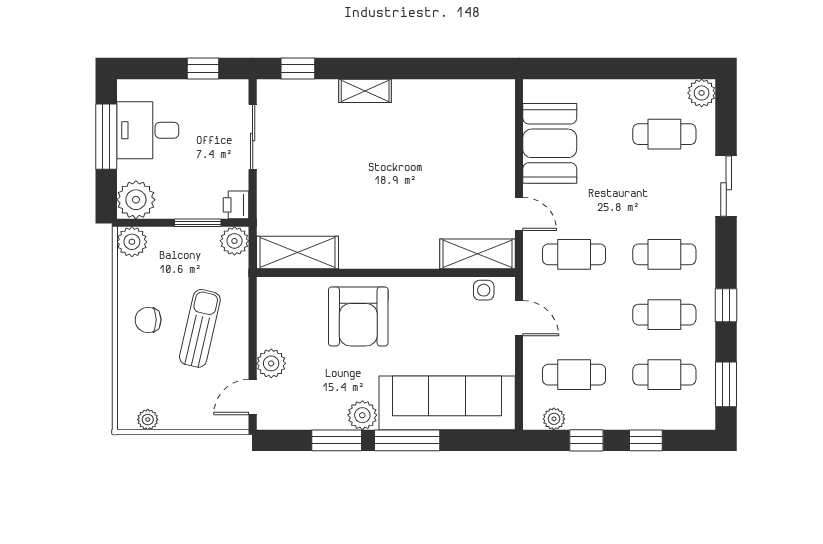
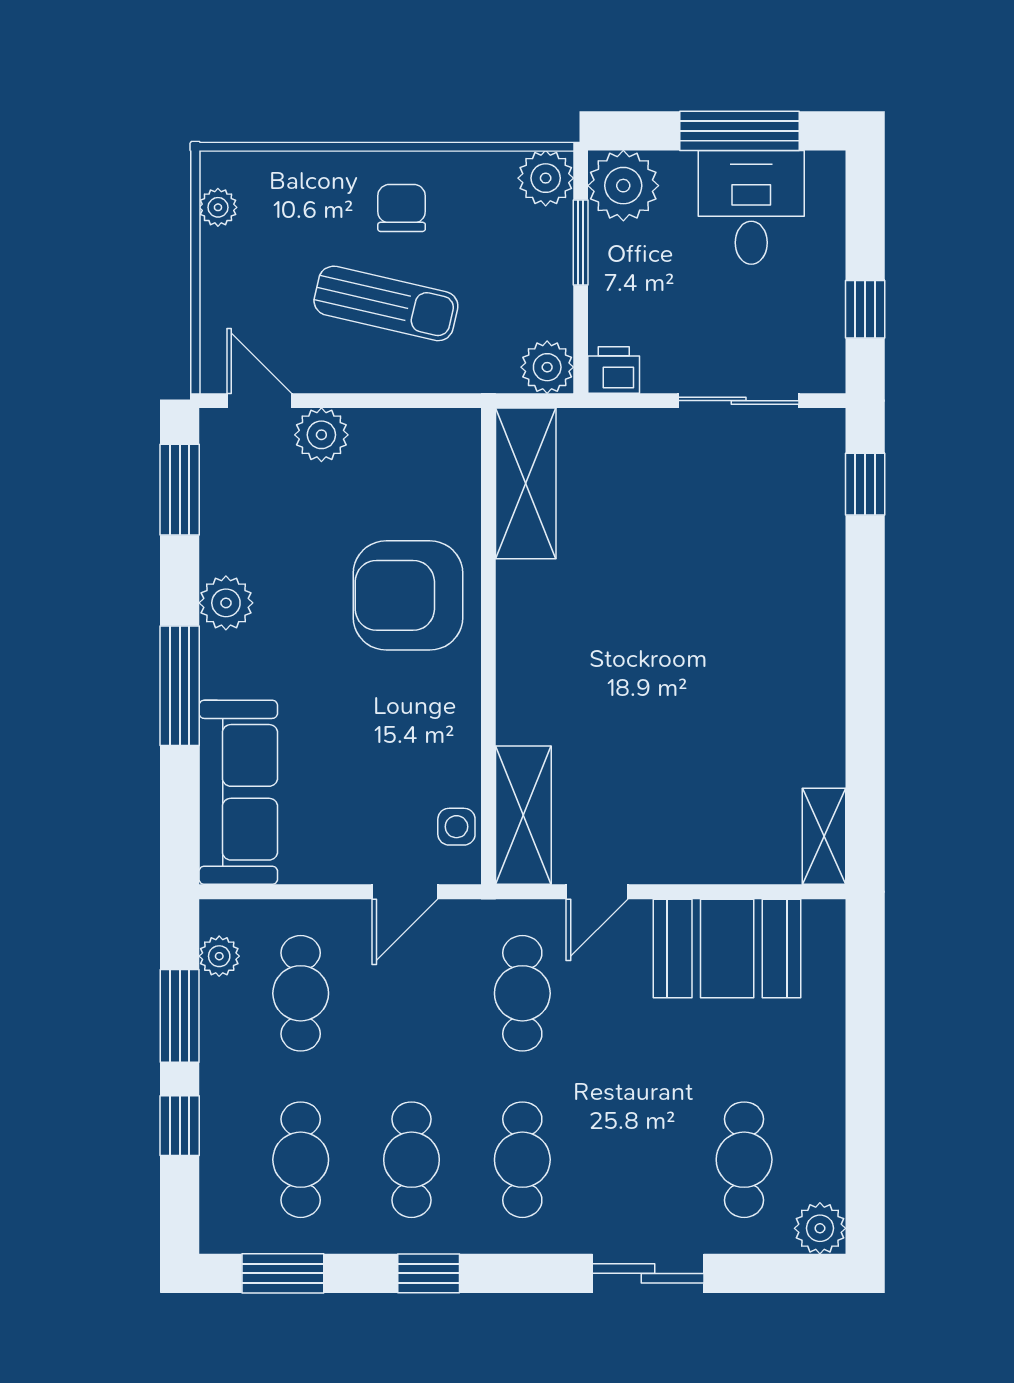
shelving: (365, 91) -> (824, 836), moved
window: (198, 223) -> (581, 243), moved
sofa: (447, 403) -> (238, 792), width x0.74, depth x0.79
window: (337, 440) -> (180, 490), moved
window: (586, 440) -> (180, 1016), width x1.50

